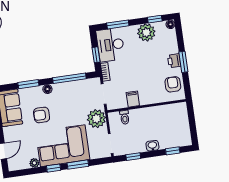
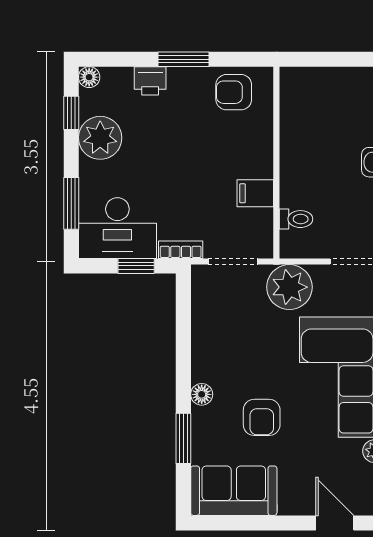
printer: (174, 61) -> (150, 81), moved
window: (69, 78) -> (183, 338), removed

